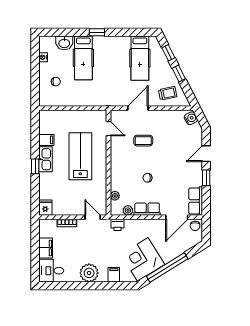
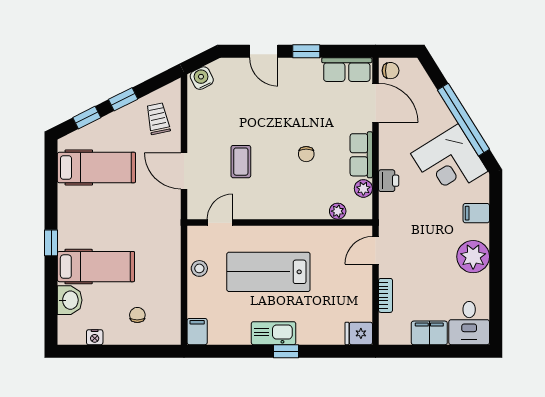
stool: (82, 117) -> (199, 268), added
filing cabinet: (46, 140) -> (197, 332), moved
printer: (118, 225) -> (389, 181), moved

